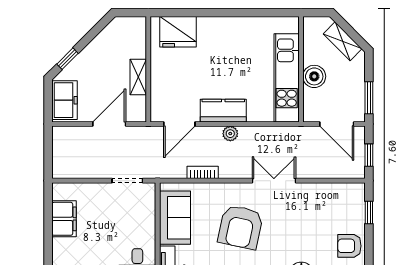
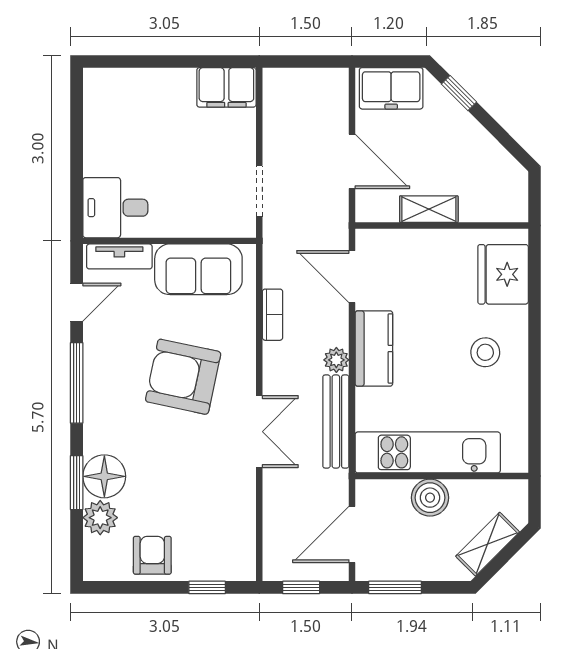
stool: (226, 43) -> (485, 352), added
bench: (268, 134) -> (336, 421), added
filing cabinet: (64, 219) -> (226, 87), moved

